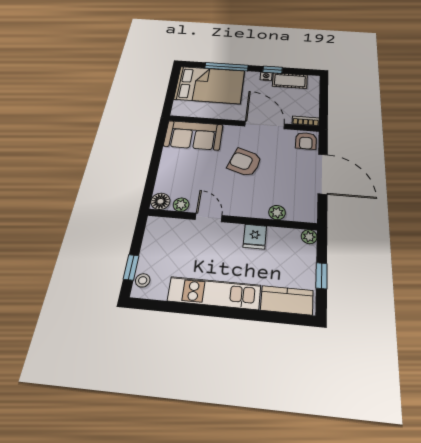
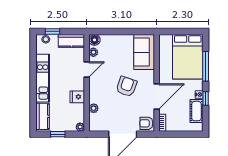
kitchen counter: (155, 237) -> (71, 41), added

